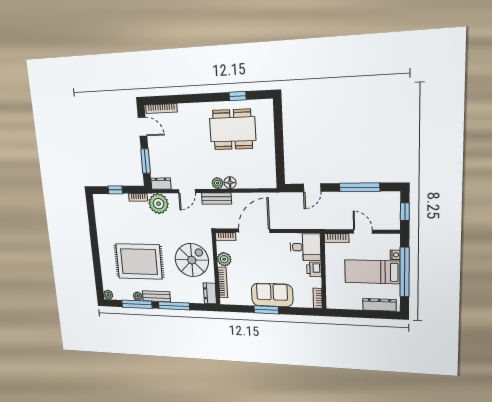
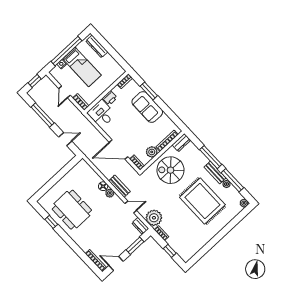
door: (142, 127) -> (116, 263), hinge flipped
window: (266, 310) -> (149, 91), moved

